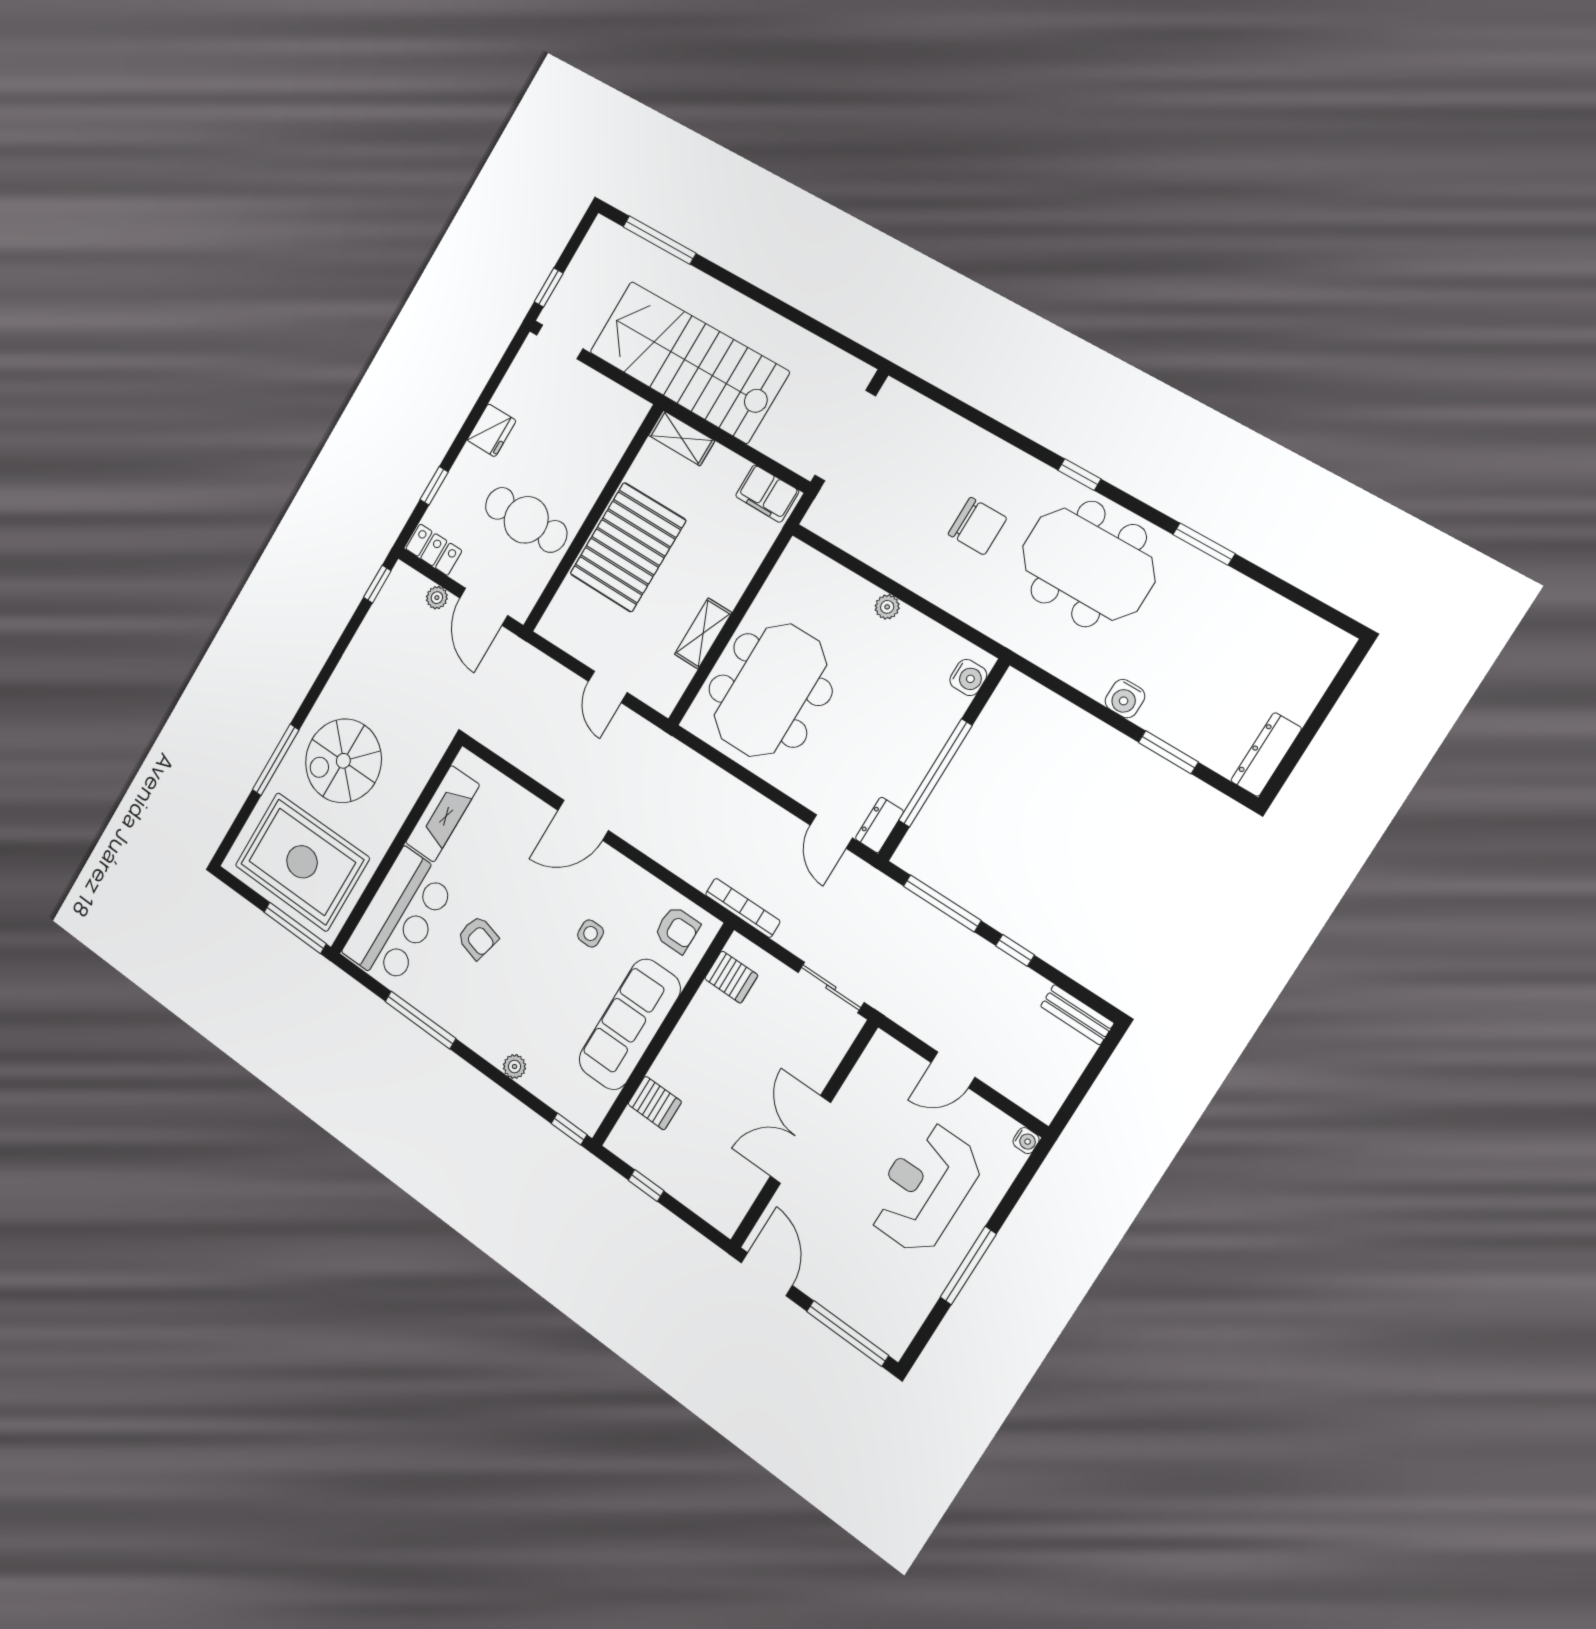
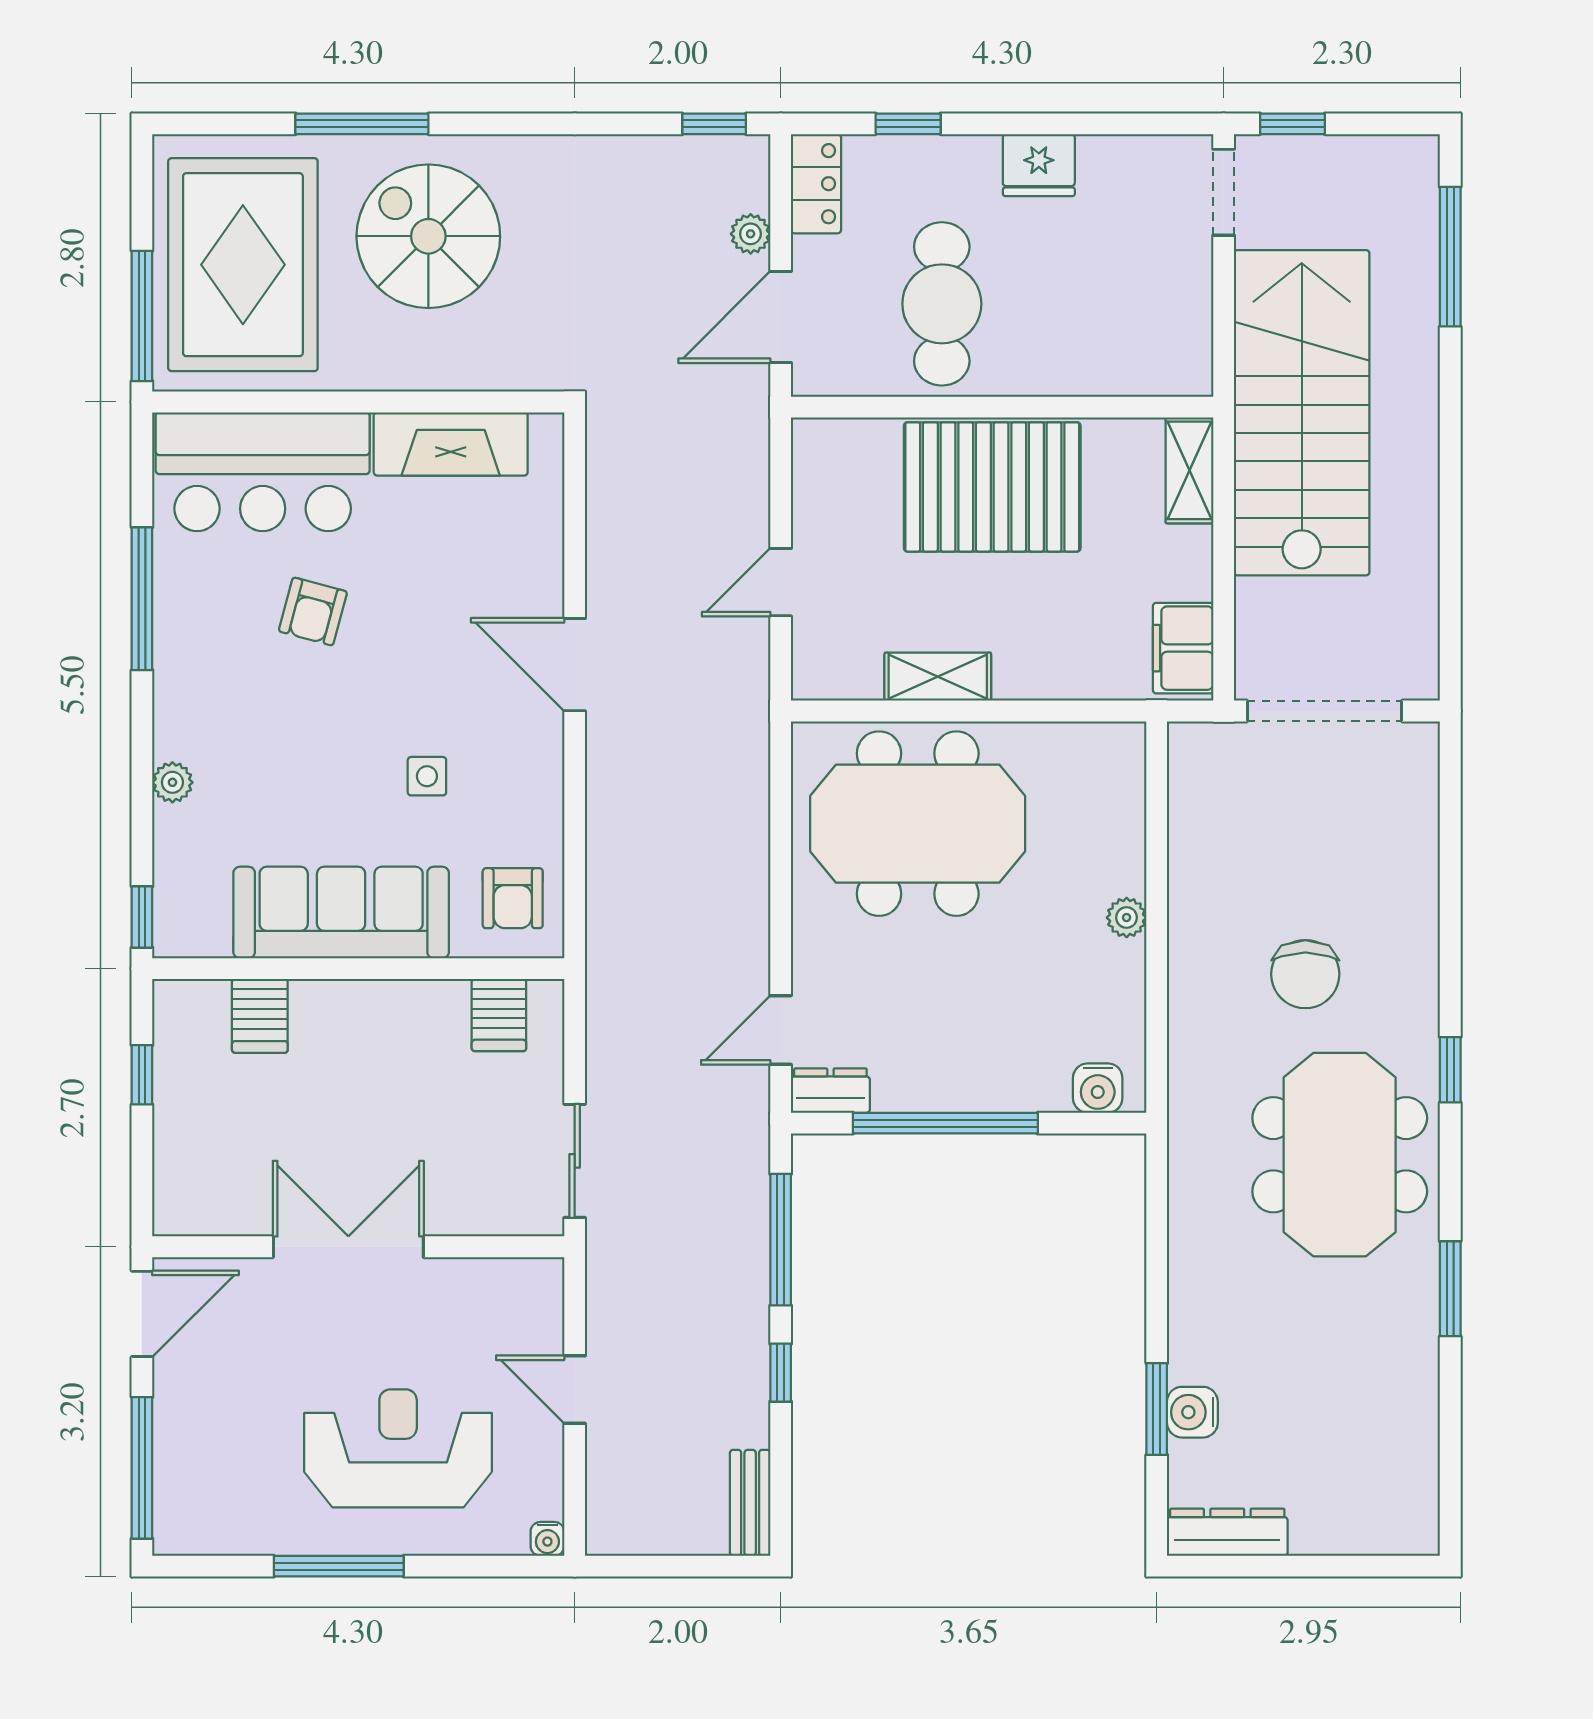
water cooler: (1125, 699) -> (1192, 1412), moved
bookcase: (743, 908) -> (601, 972), removed

